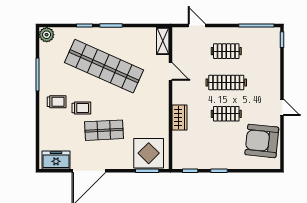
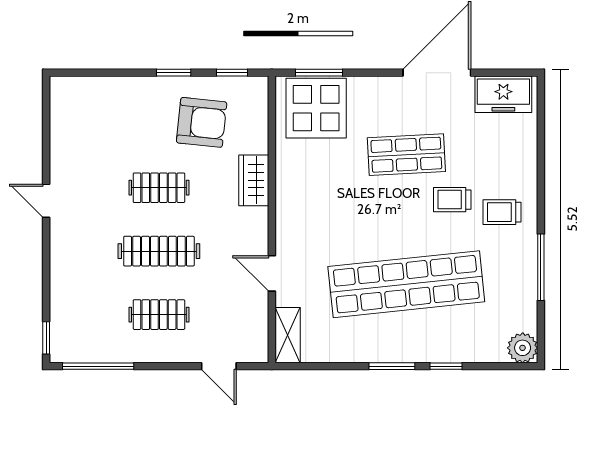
shop shelf: (104, 66) -> (406, 284), turned -30
armchair: (262, 141) -> (202, 122), moved, width x0.73, depth x0.73

